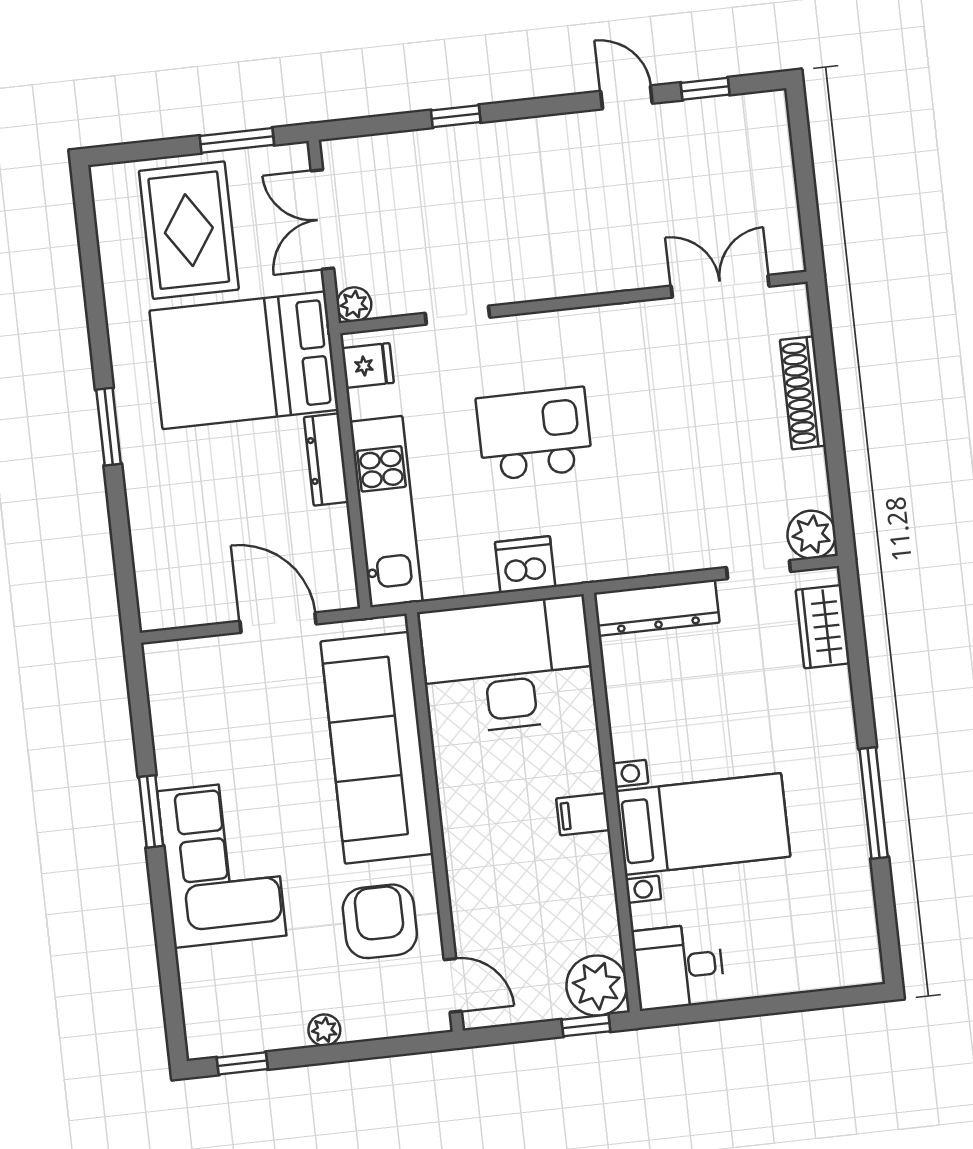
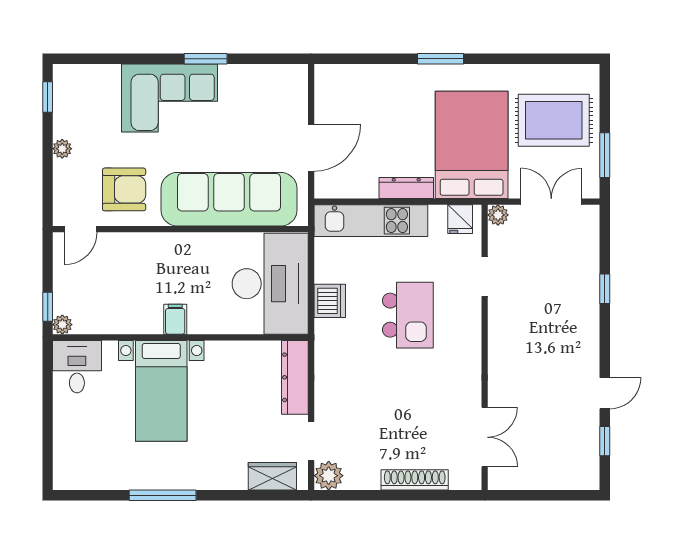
plant: (597, 986) -> (62, 325), width x0.53, depth x0.53

